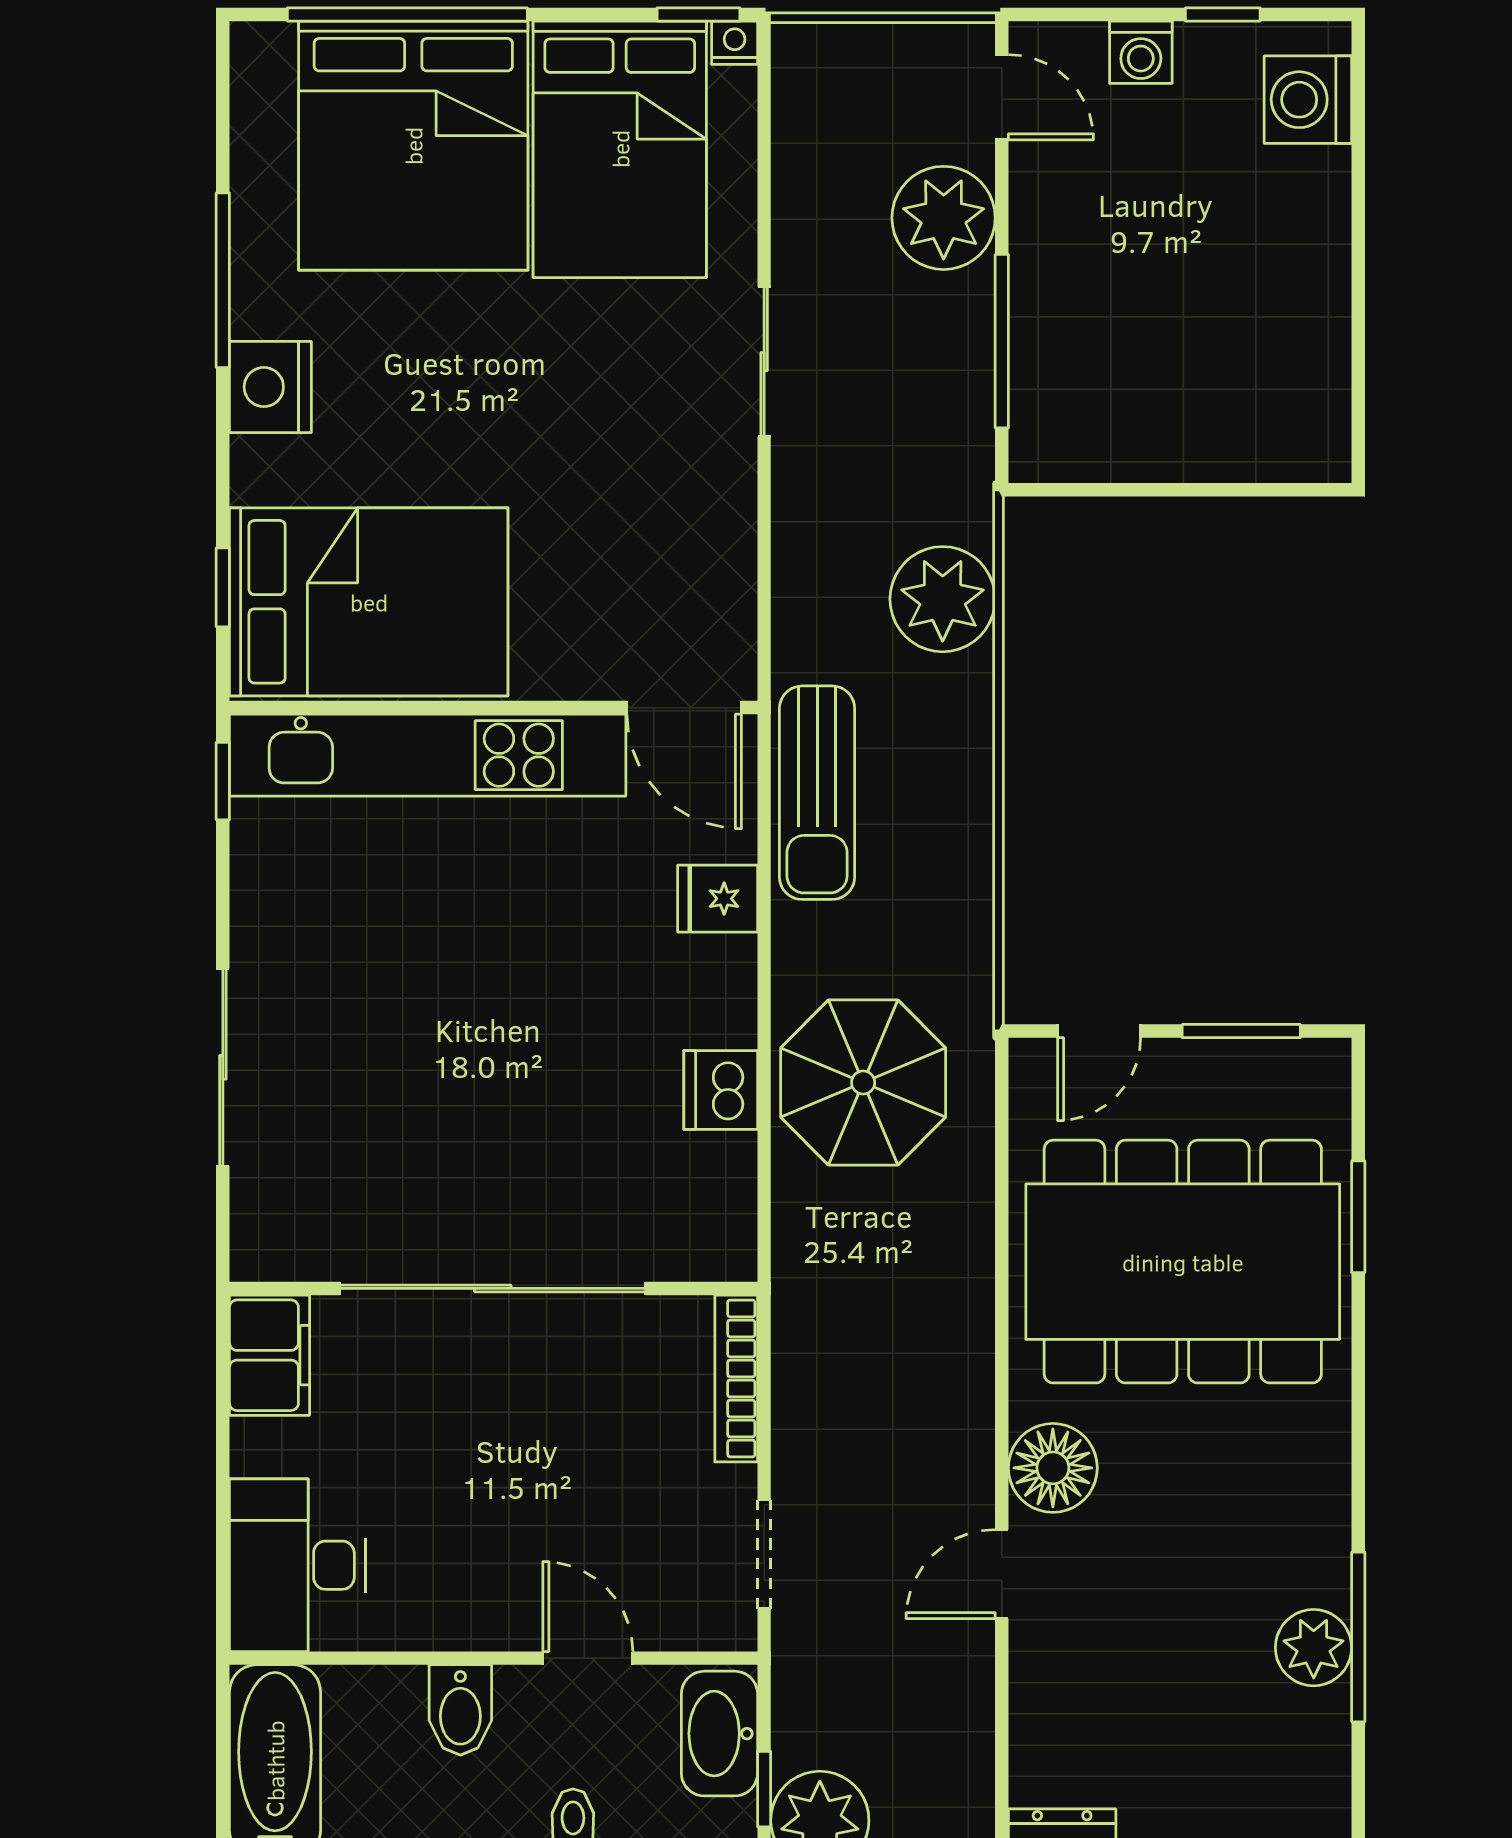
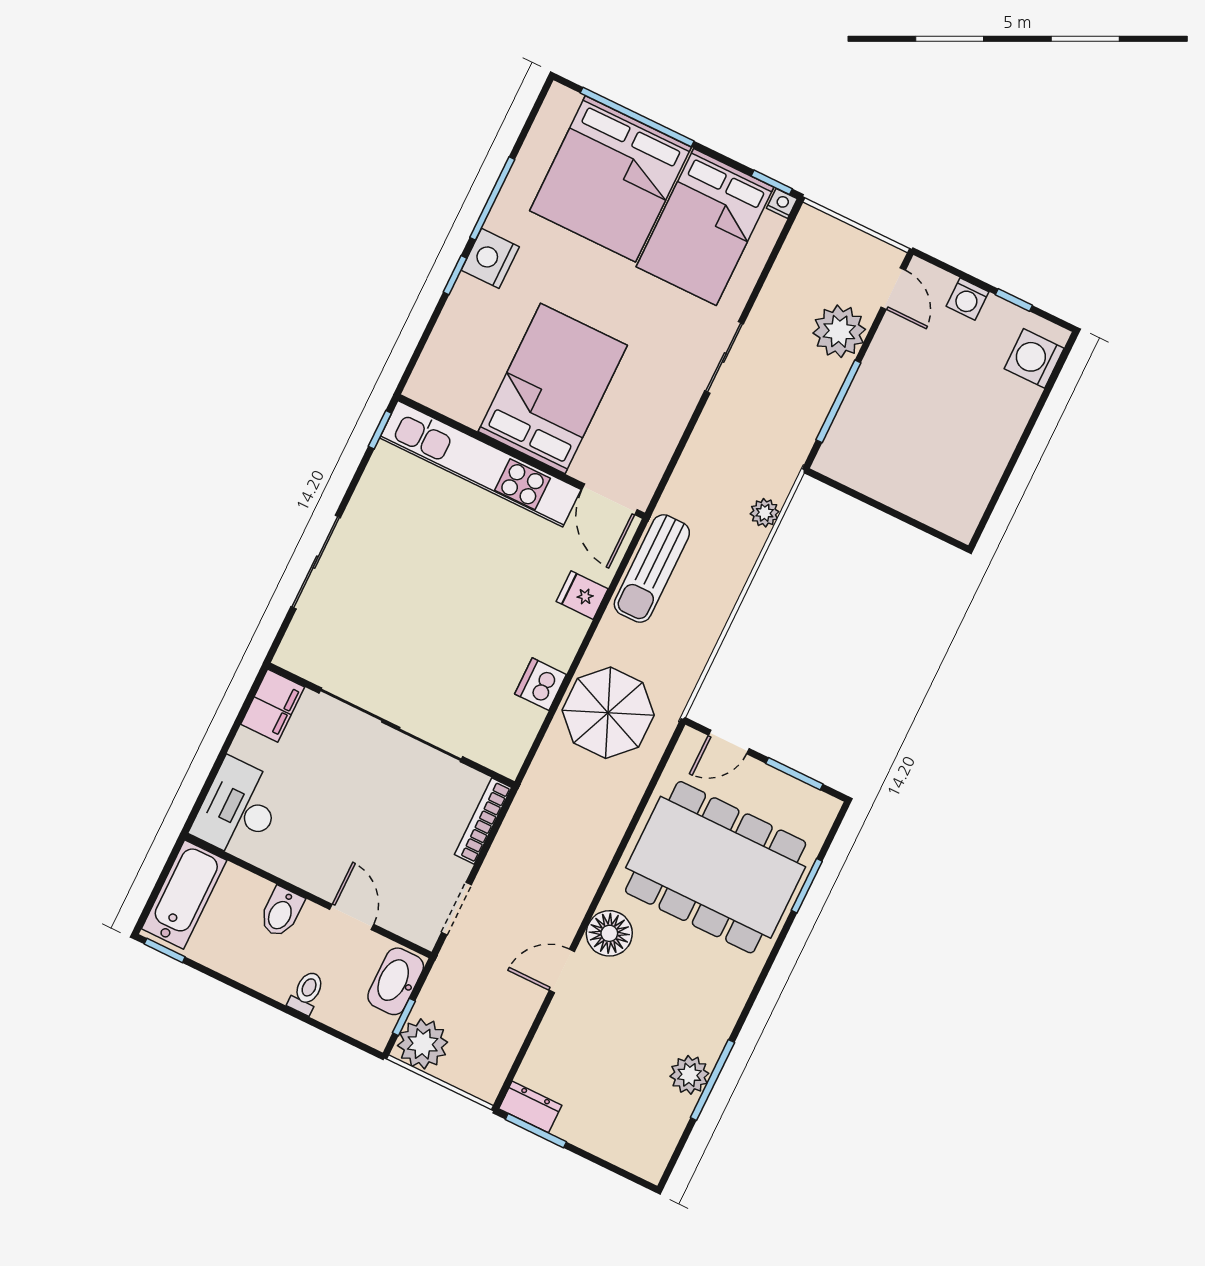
window: (223, 587) -> (455, 275), moved
plant: (943, 599) -> (765, 513), width x0.53, depth x0.53
bed: (369, 602) -> (553, 388), moved, turned -90

